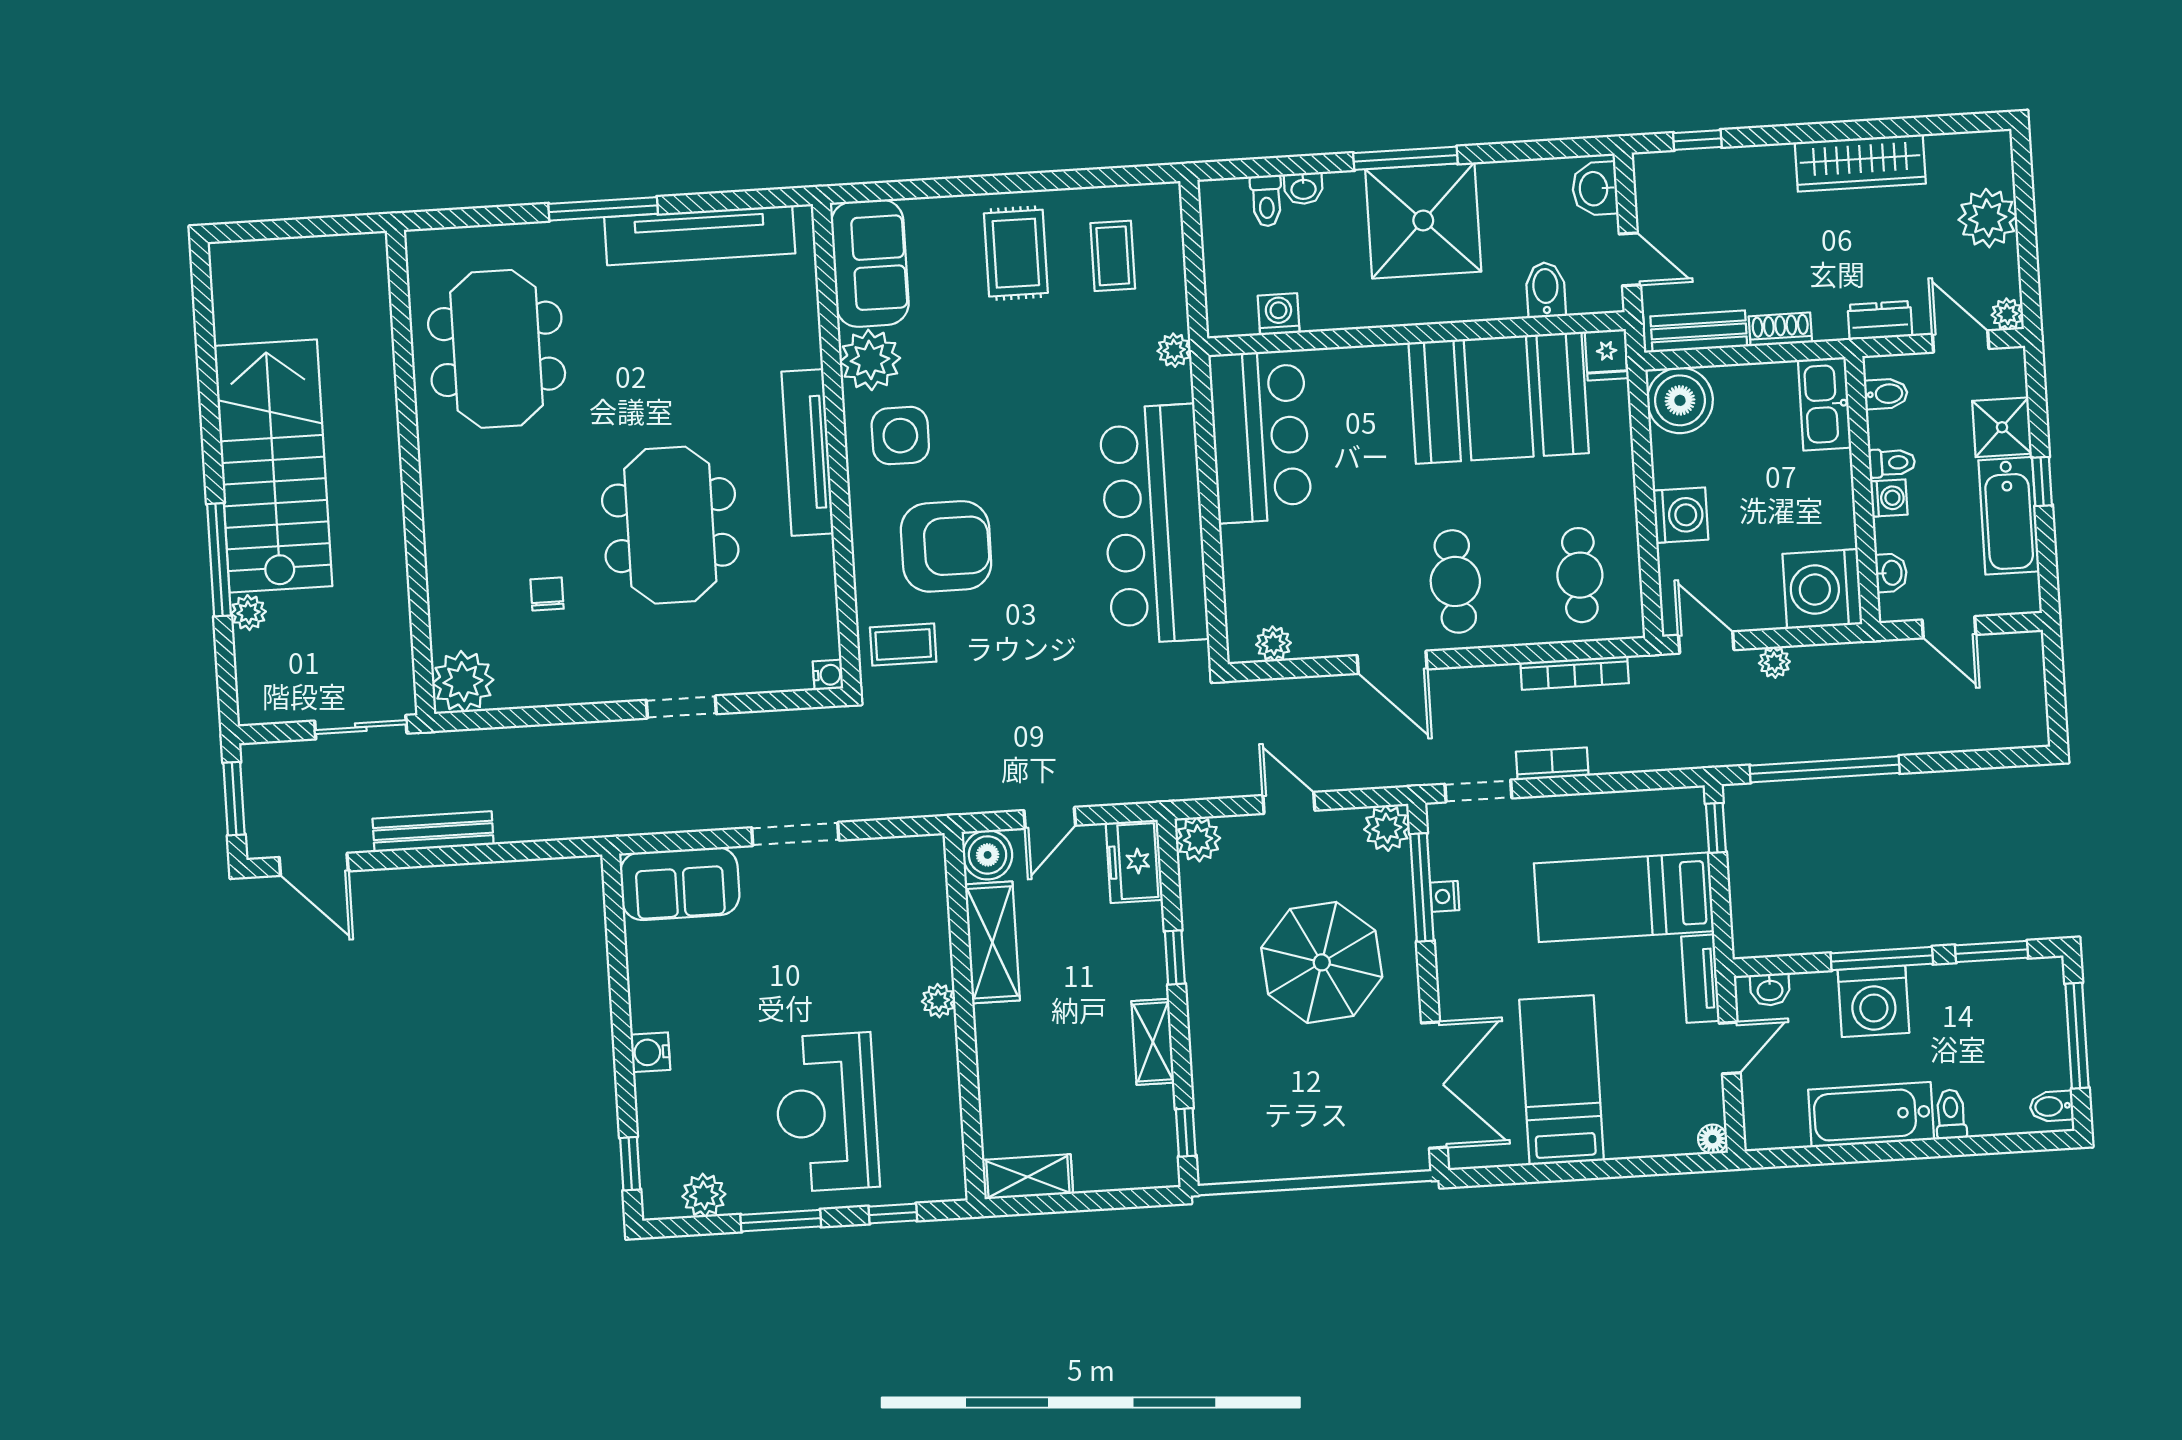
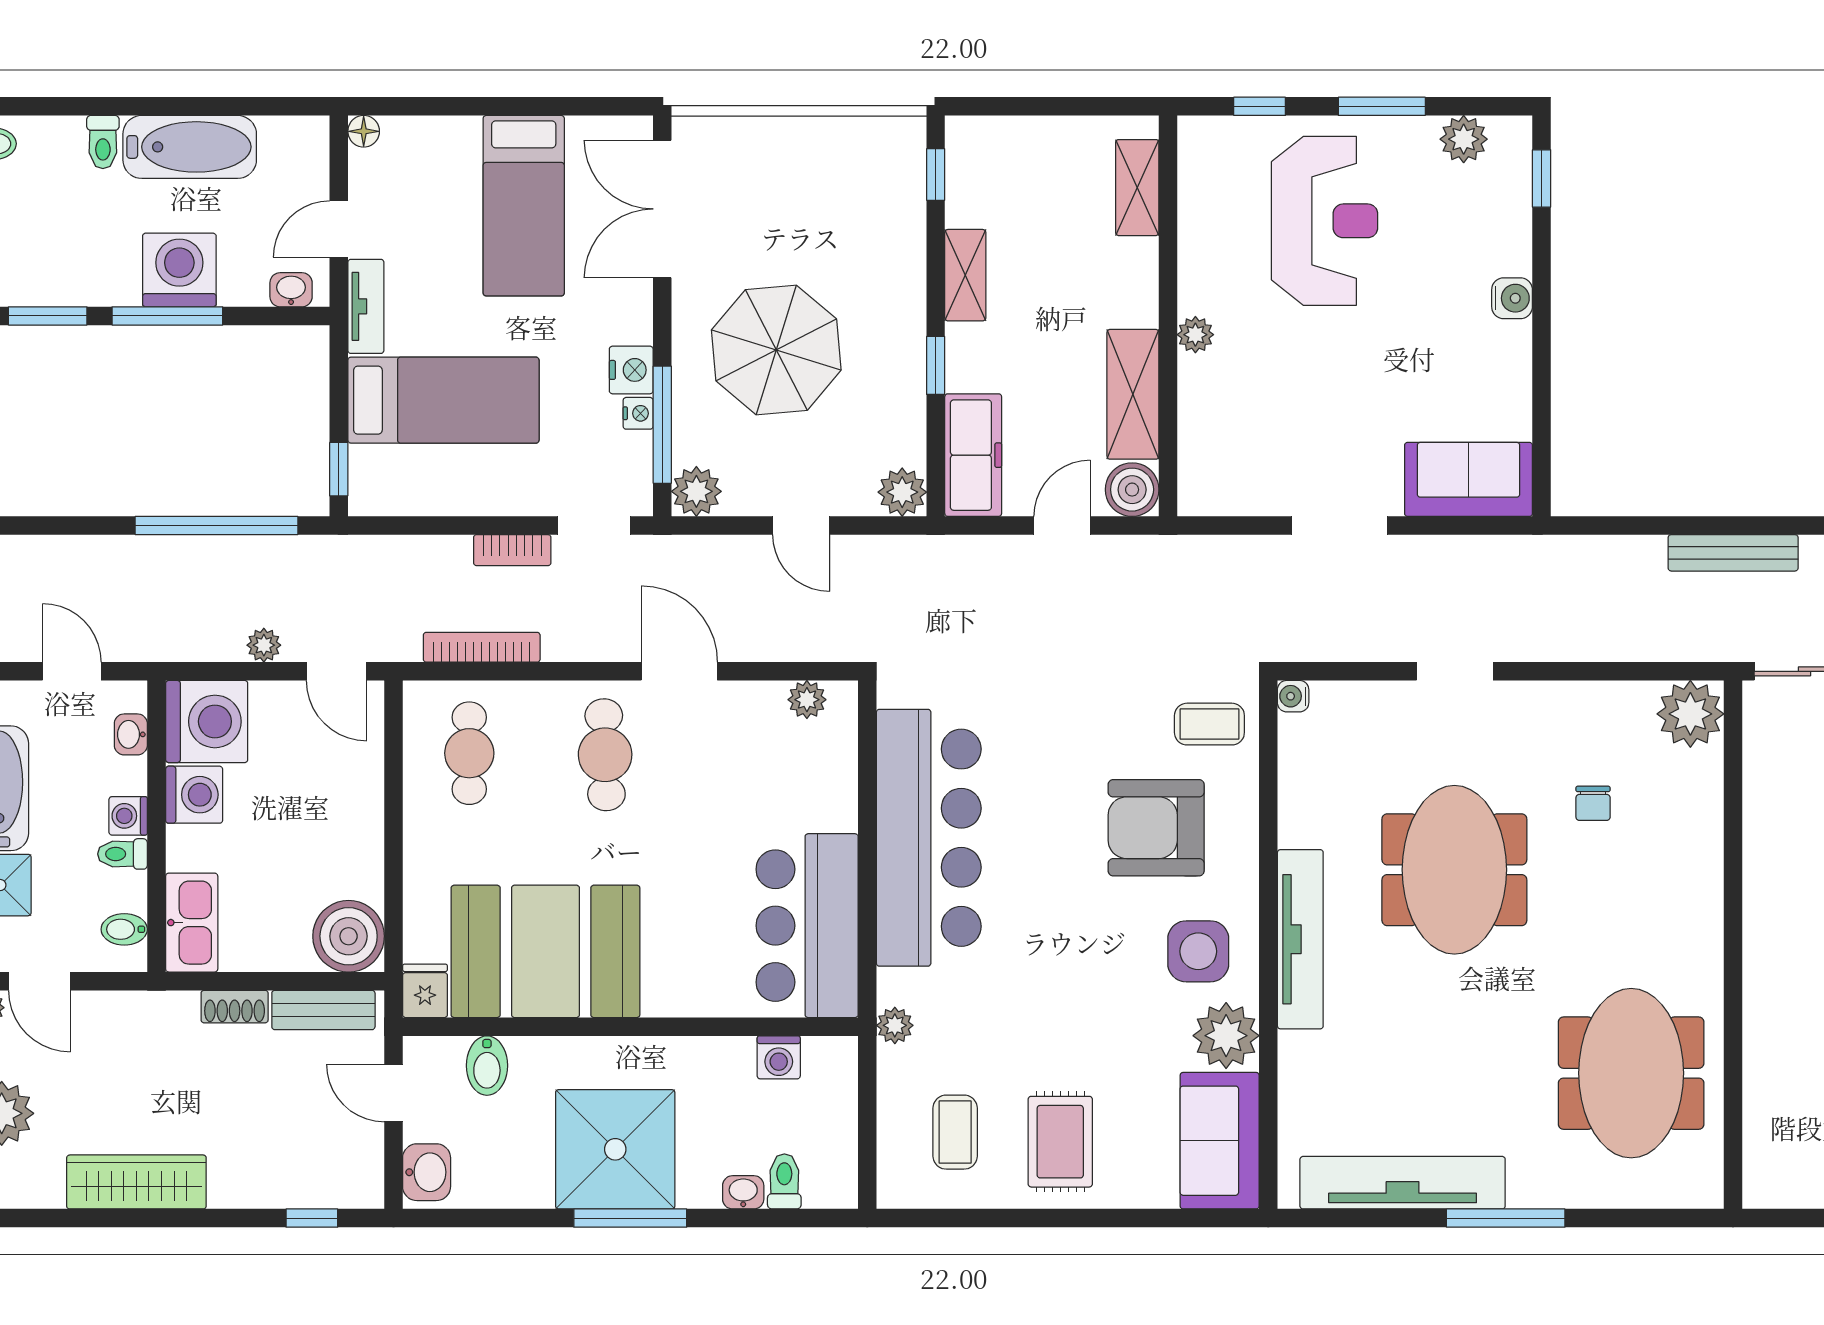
dresser: (1880, 320) -> (126, 1009), removed
washing machine: (1681, 515) -> (194, 795), moved, turned 180
freezer: (1134, 861) -> (973, 455), width x1.40
nightstand: (1454, 936) -> (631, 370), added
shelving: (1028, 1177) -> (1137, 188), moved, turned 90

